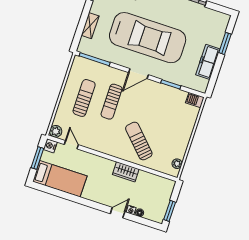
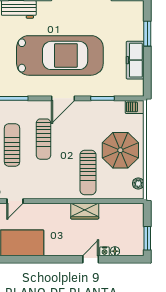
parasol: (171, 132) -> (120, 150), added
sun lounger: (139, 141) -> (88, 172), turned -136
door: (71, 145) -> (15, 201), swing flipped

